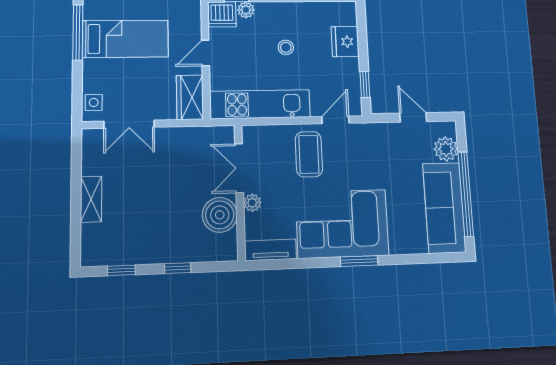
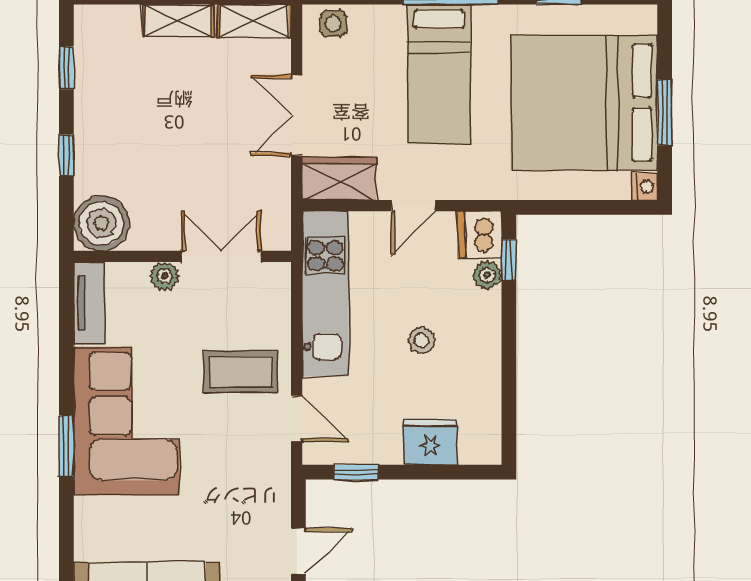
door: (205, 53) -> (413, 206), swing flipped
double door: (129, 124) -> (297, 115), moved
shelving: (92, 151) -> (254, 21), added
boiler: (220, 215) -> (101, 223), moved

